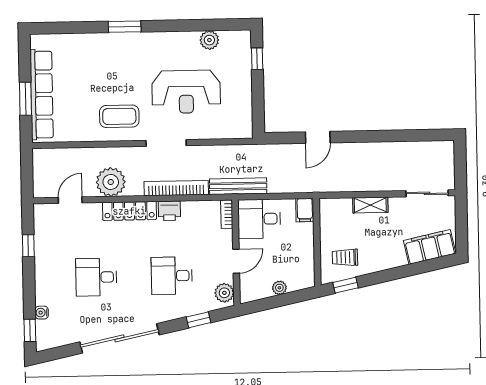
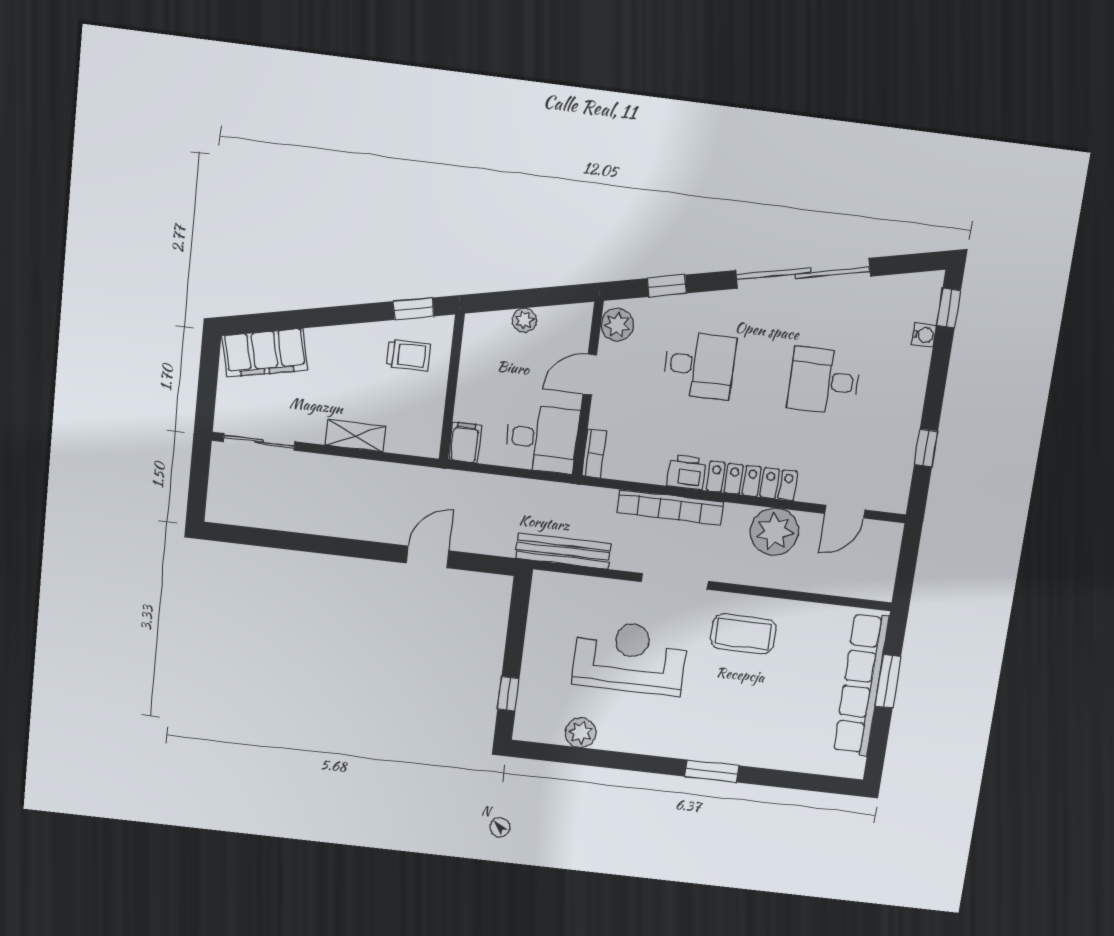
bench: (238, 186) -> (563, 551), moved
desk: (96, 277) -> (824, 381), turned 180

